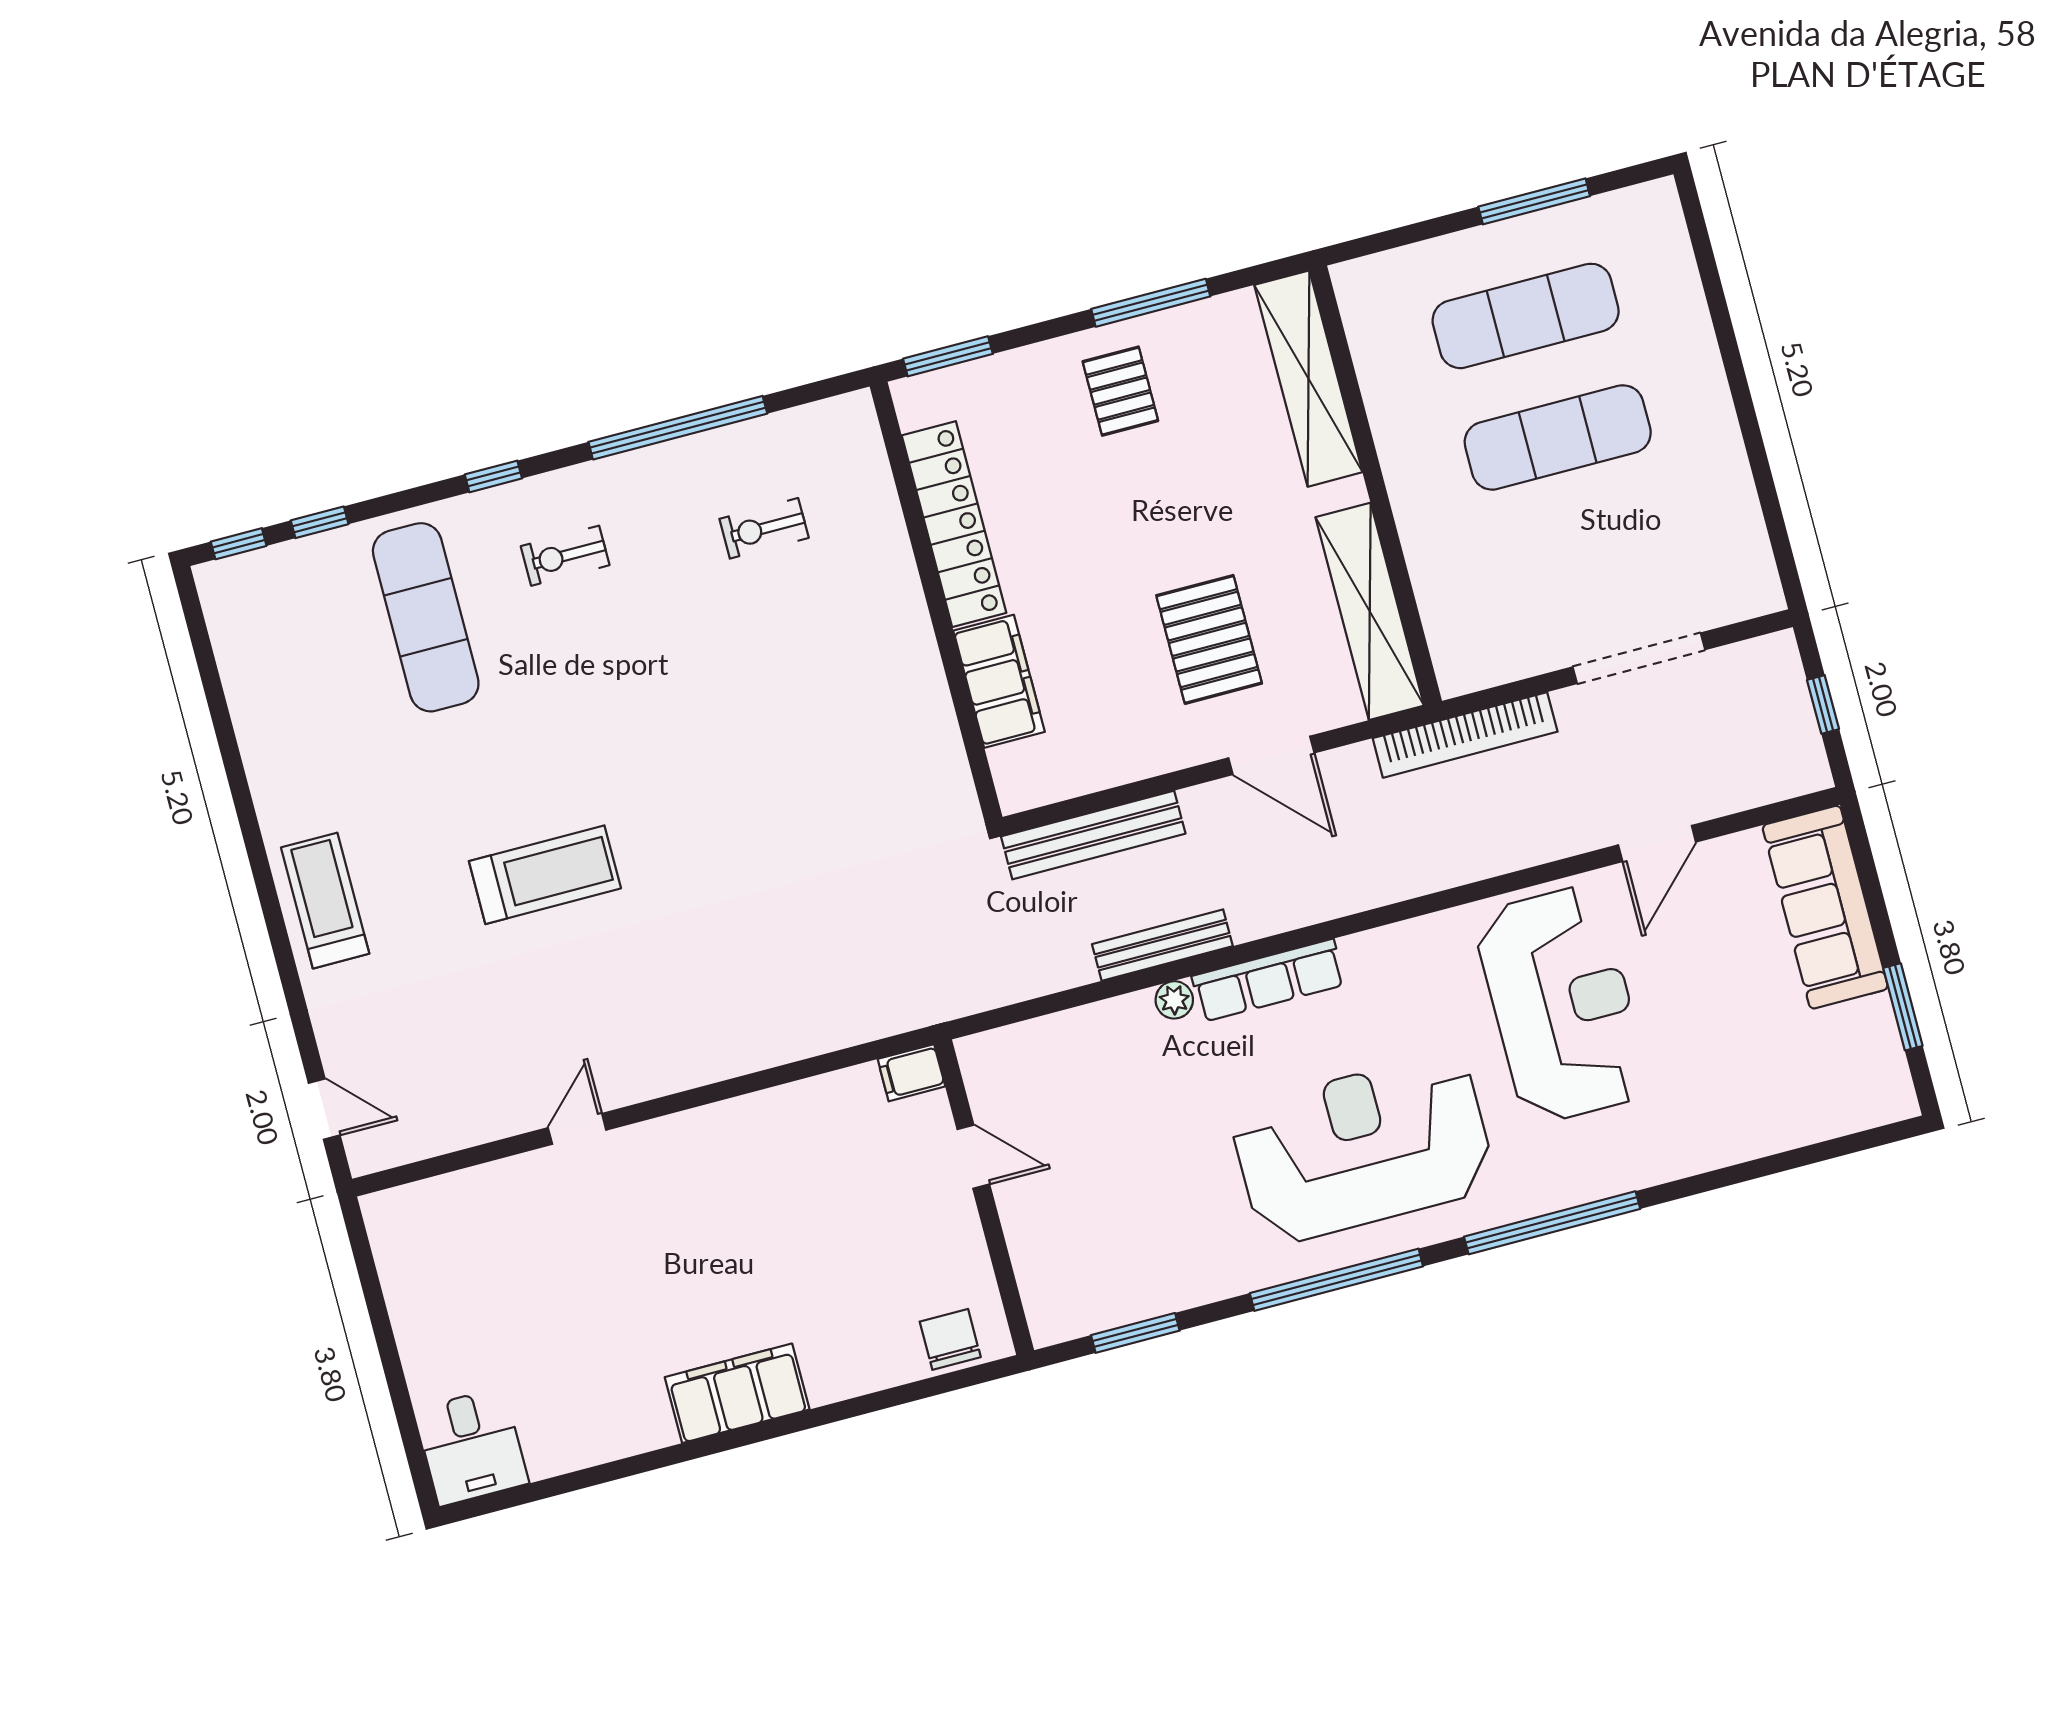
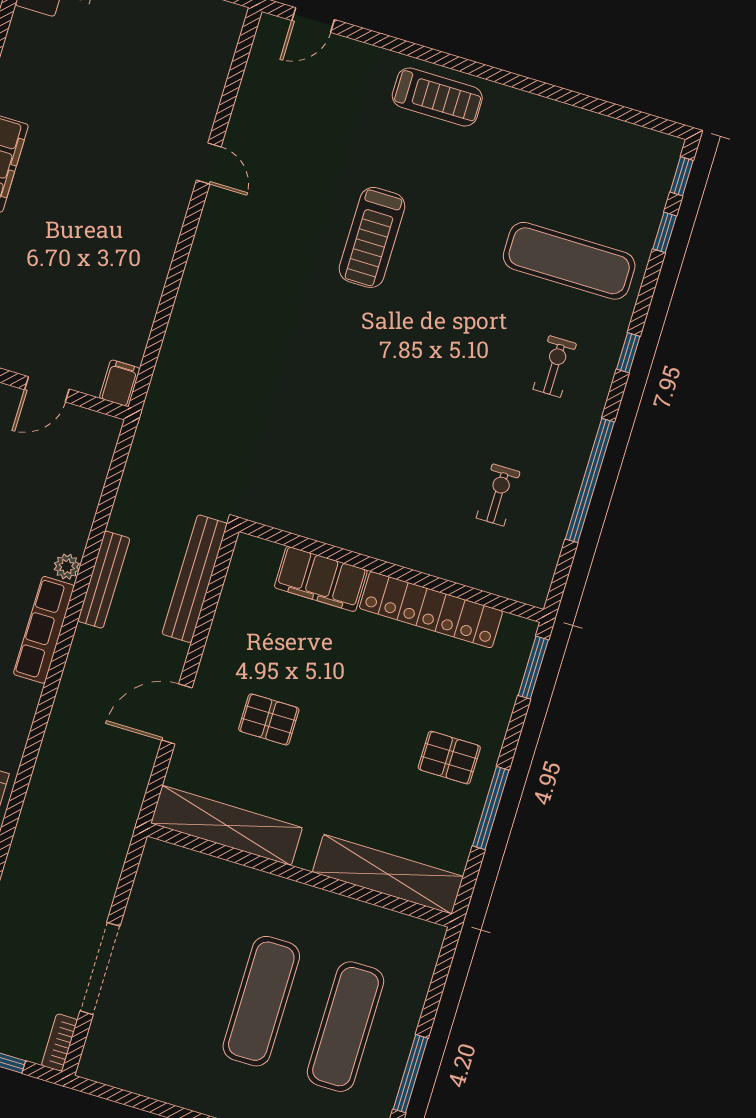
pallet: (1209, 639) -> (269, 719), width x0.67, depth x0.71
bookcase: (1465, 735) -> (59, 1043), moved, width x0.43, depth x0.76

